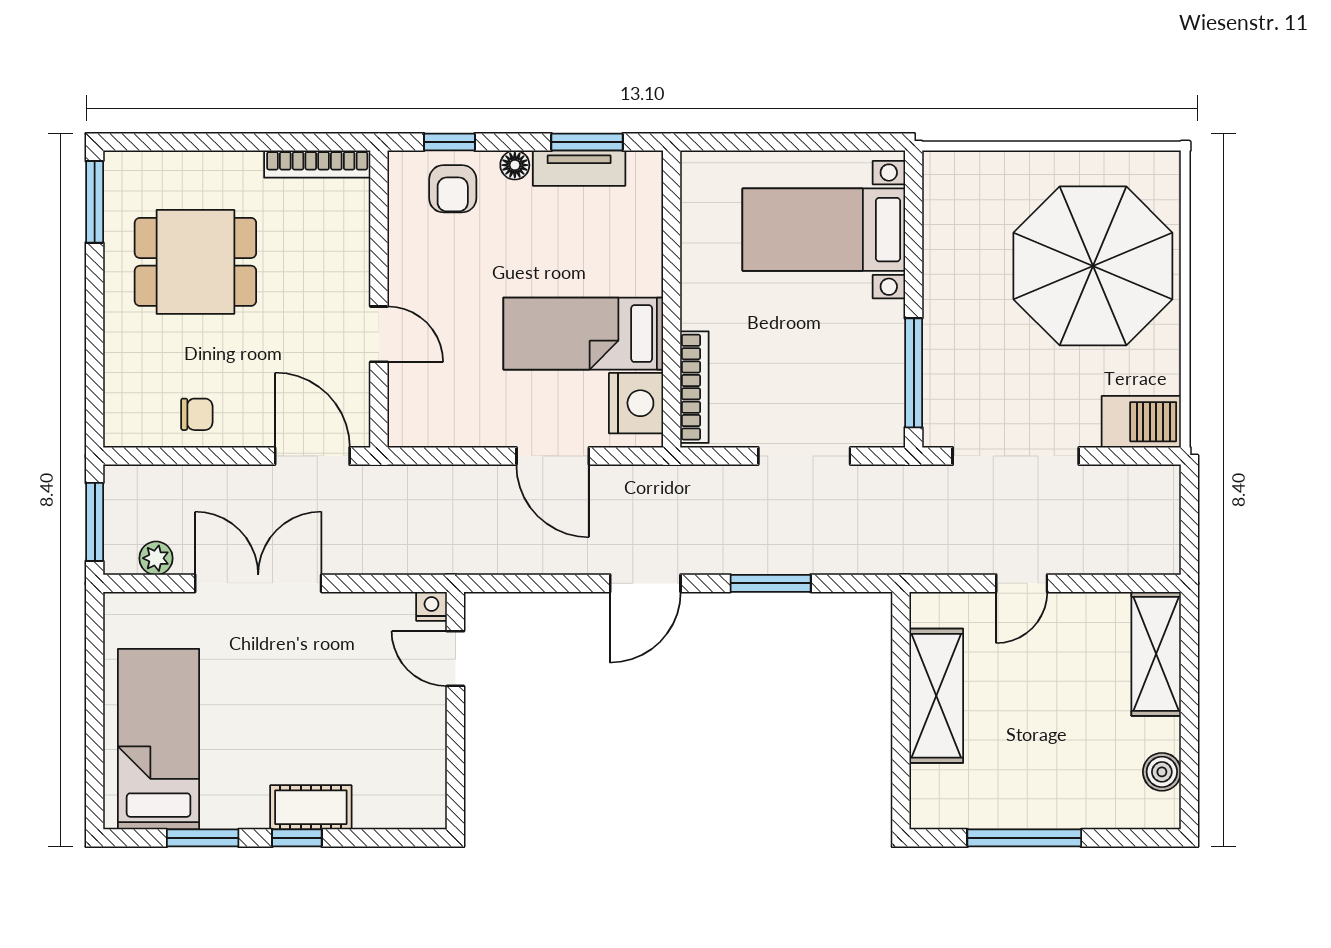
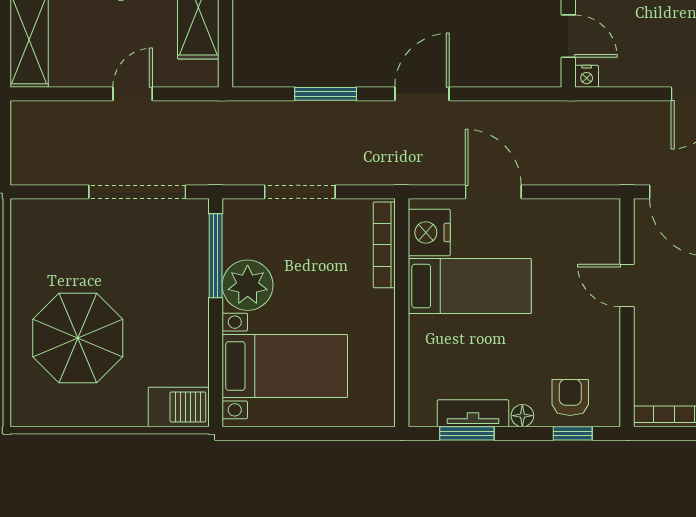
parasol: (1093, 266) -> (78, 338), width x0.73, depth x0.73
plant: (872, 335) -> (248, 285), added
barbecue: (1141, 422) -> (179, 407), moved, turned 180

